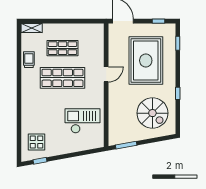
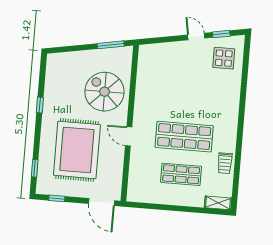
door: (106, 74) -> (129, 136), hinge flipped
spiral stairs: (152, 113) -> (104, 92), moved
checkout: (83, 121) -> (163, 80), removed
door: (59, 157) -> (196, 37), added

